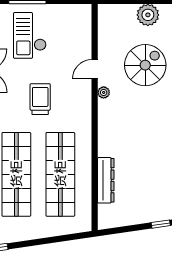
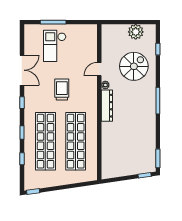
dresser: (106, 180) -> (107, 106), moved

